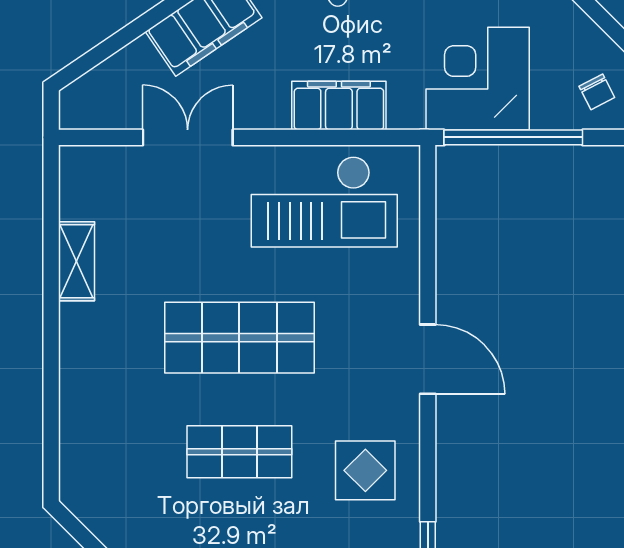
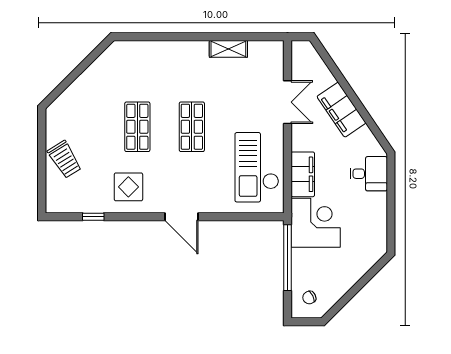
corner desk: (478, 79) -> (316, 223), moved
shop shelf: (239, 338) -> (192, 127), width x0.70, depth x0.74
door: (428, 359) -> (182, 217), hinge flipped

